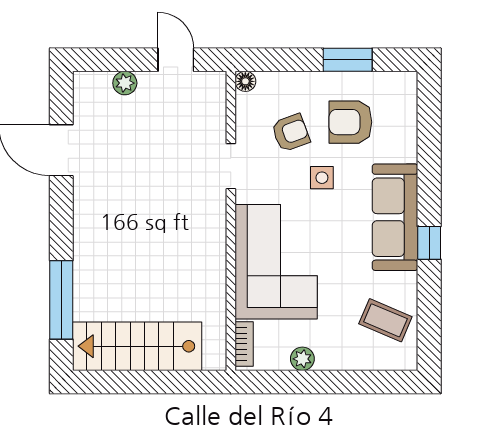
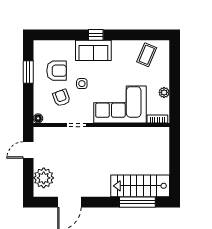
plant: (125, 83) -> (44, 178), width x1.87, depth x1.87
armchair: (350, 122) -> (57, 71), turned -90
sofa: (395, 217) -> (93, 50), width x0.73
window: (429, 243) -> (96, 35), moved
stairs: (137, 346) -> (140, 186), moved, turned 90

